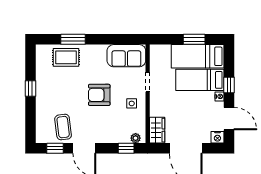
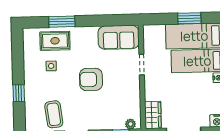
window: (30, 89) -> (19, 93), moved
side table: (132, 103) -> (51, 66), moved

